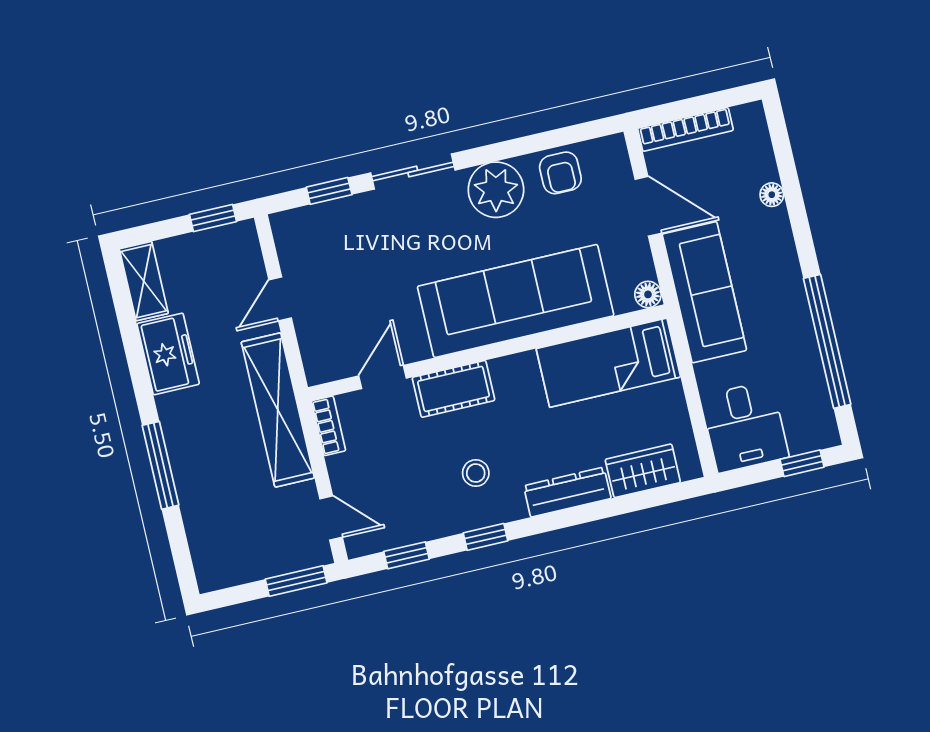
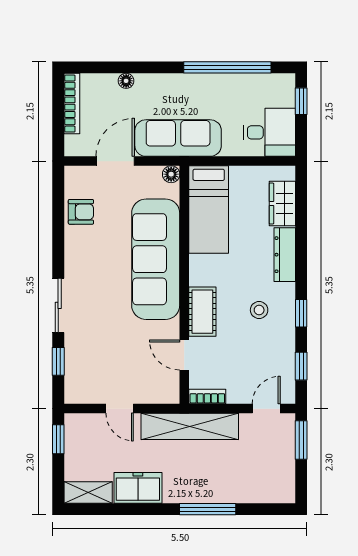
bookcase: (685, 129) -> (72, 104), moved
plant: (496, 190) -> (82, 255), removed

